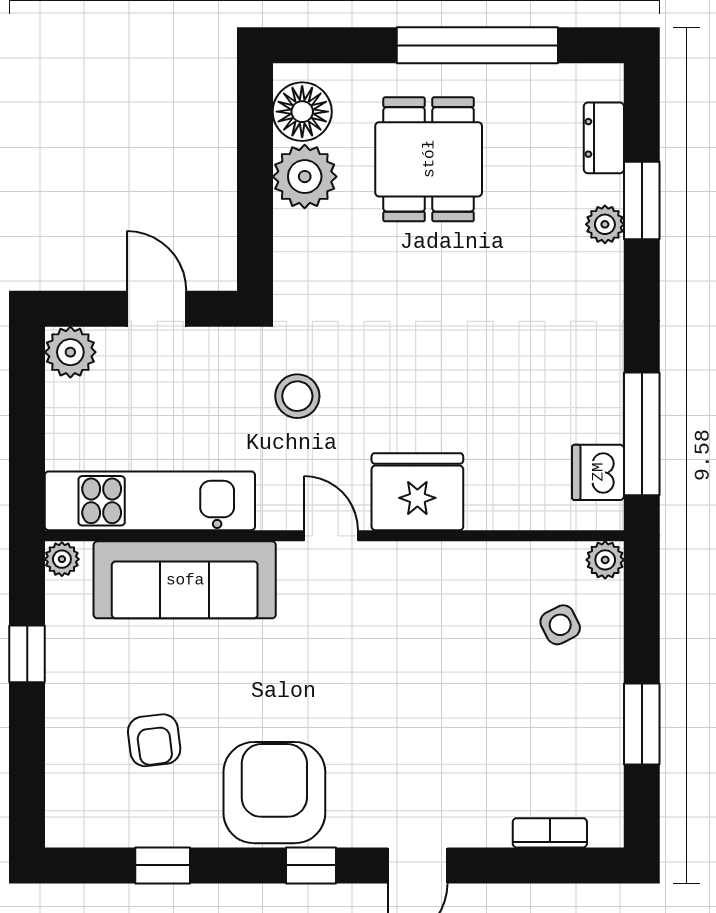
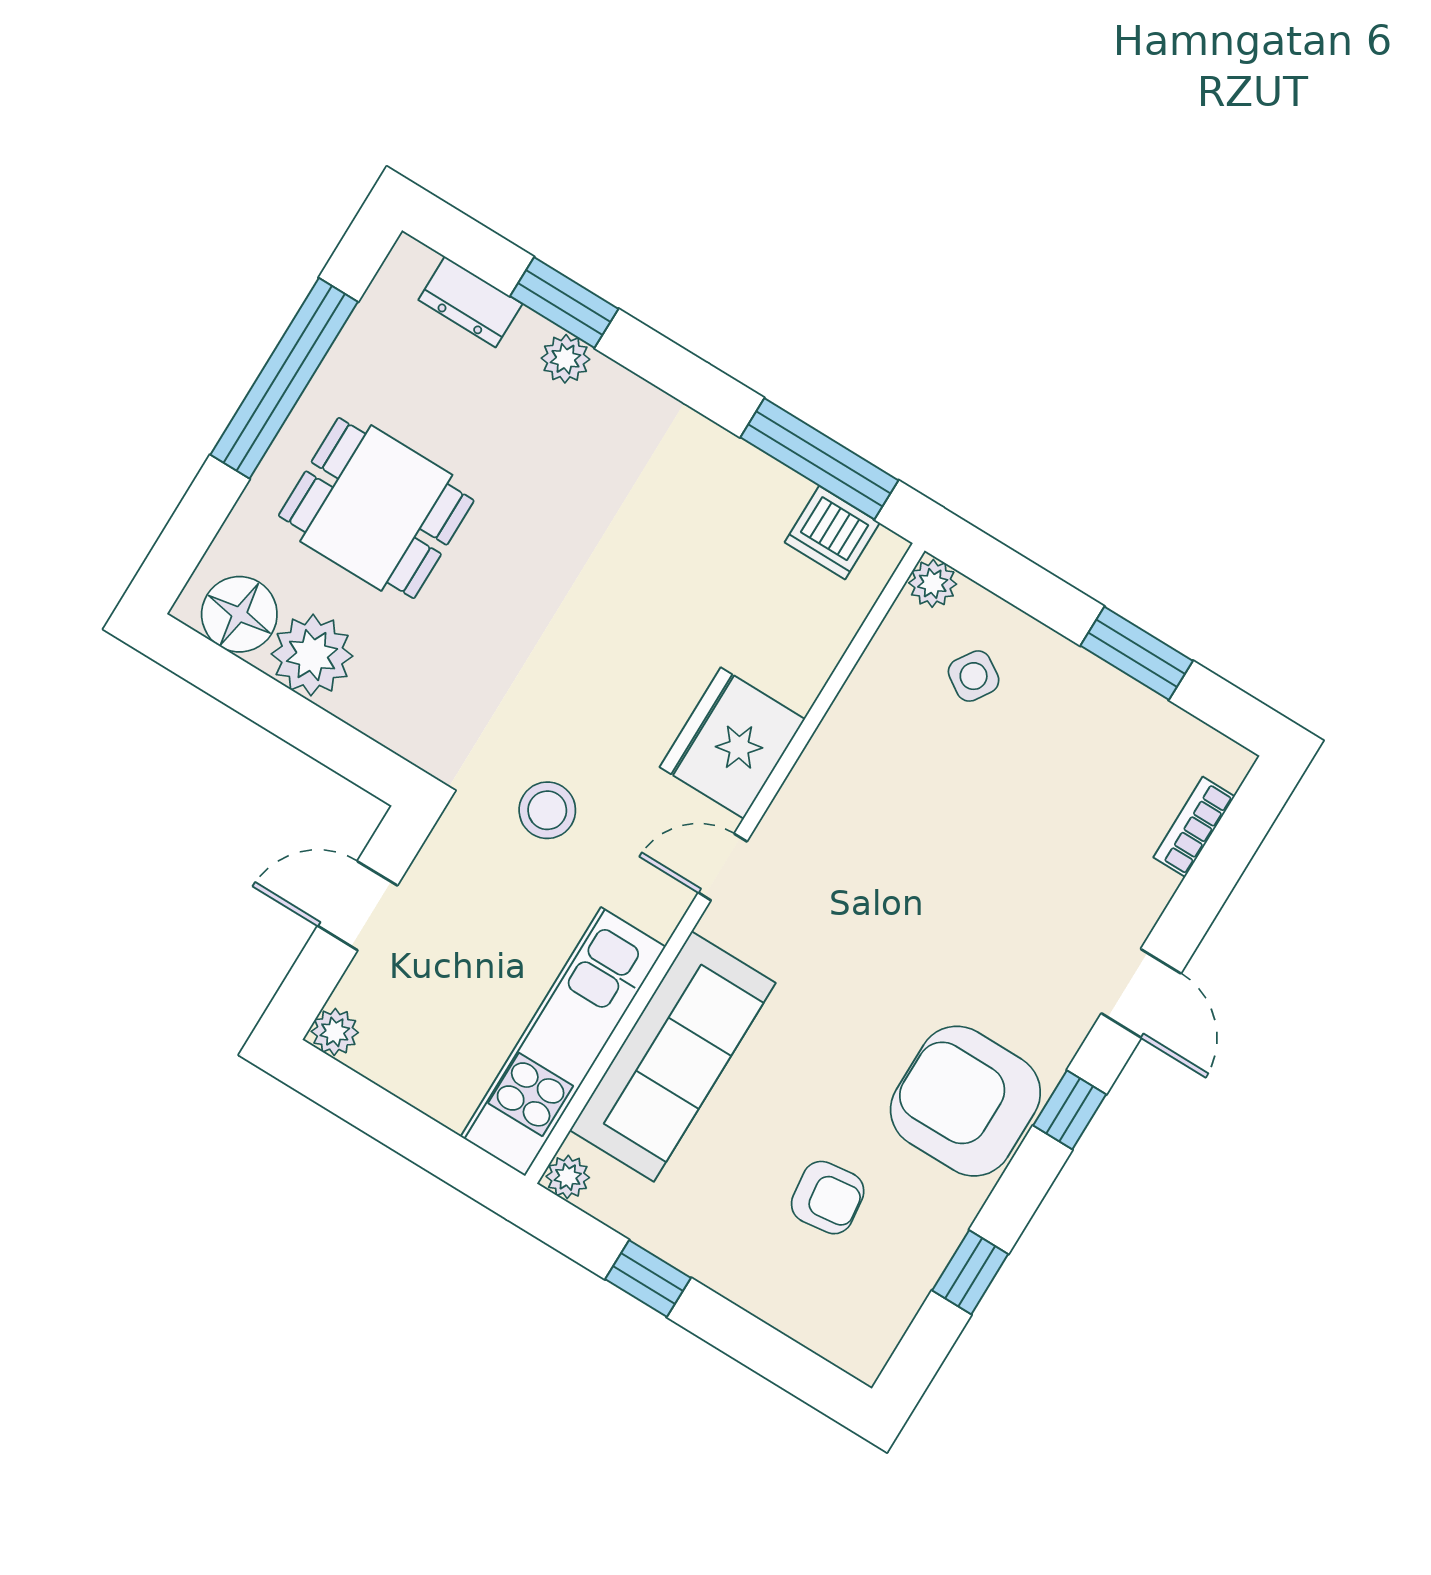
plant: (70, 352) -> (335, 1032), width x0.73, depth x0.73
side table: (560, 625) -> (974, 676), turned -30

